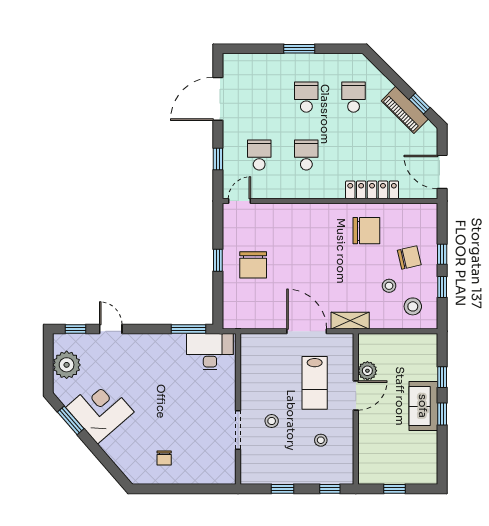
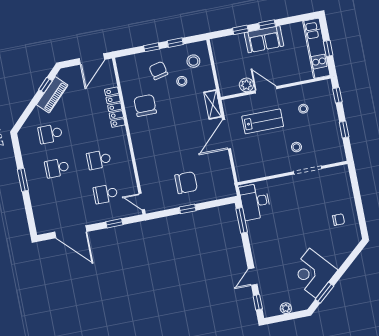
plant: (67, 365) -> (286, 308), width x0.53, depth x0.53
kitchen unit: (398, 473) -> (316, 48), added

